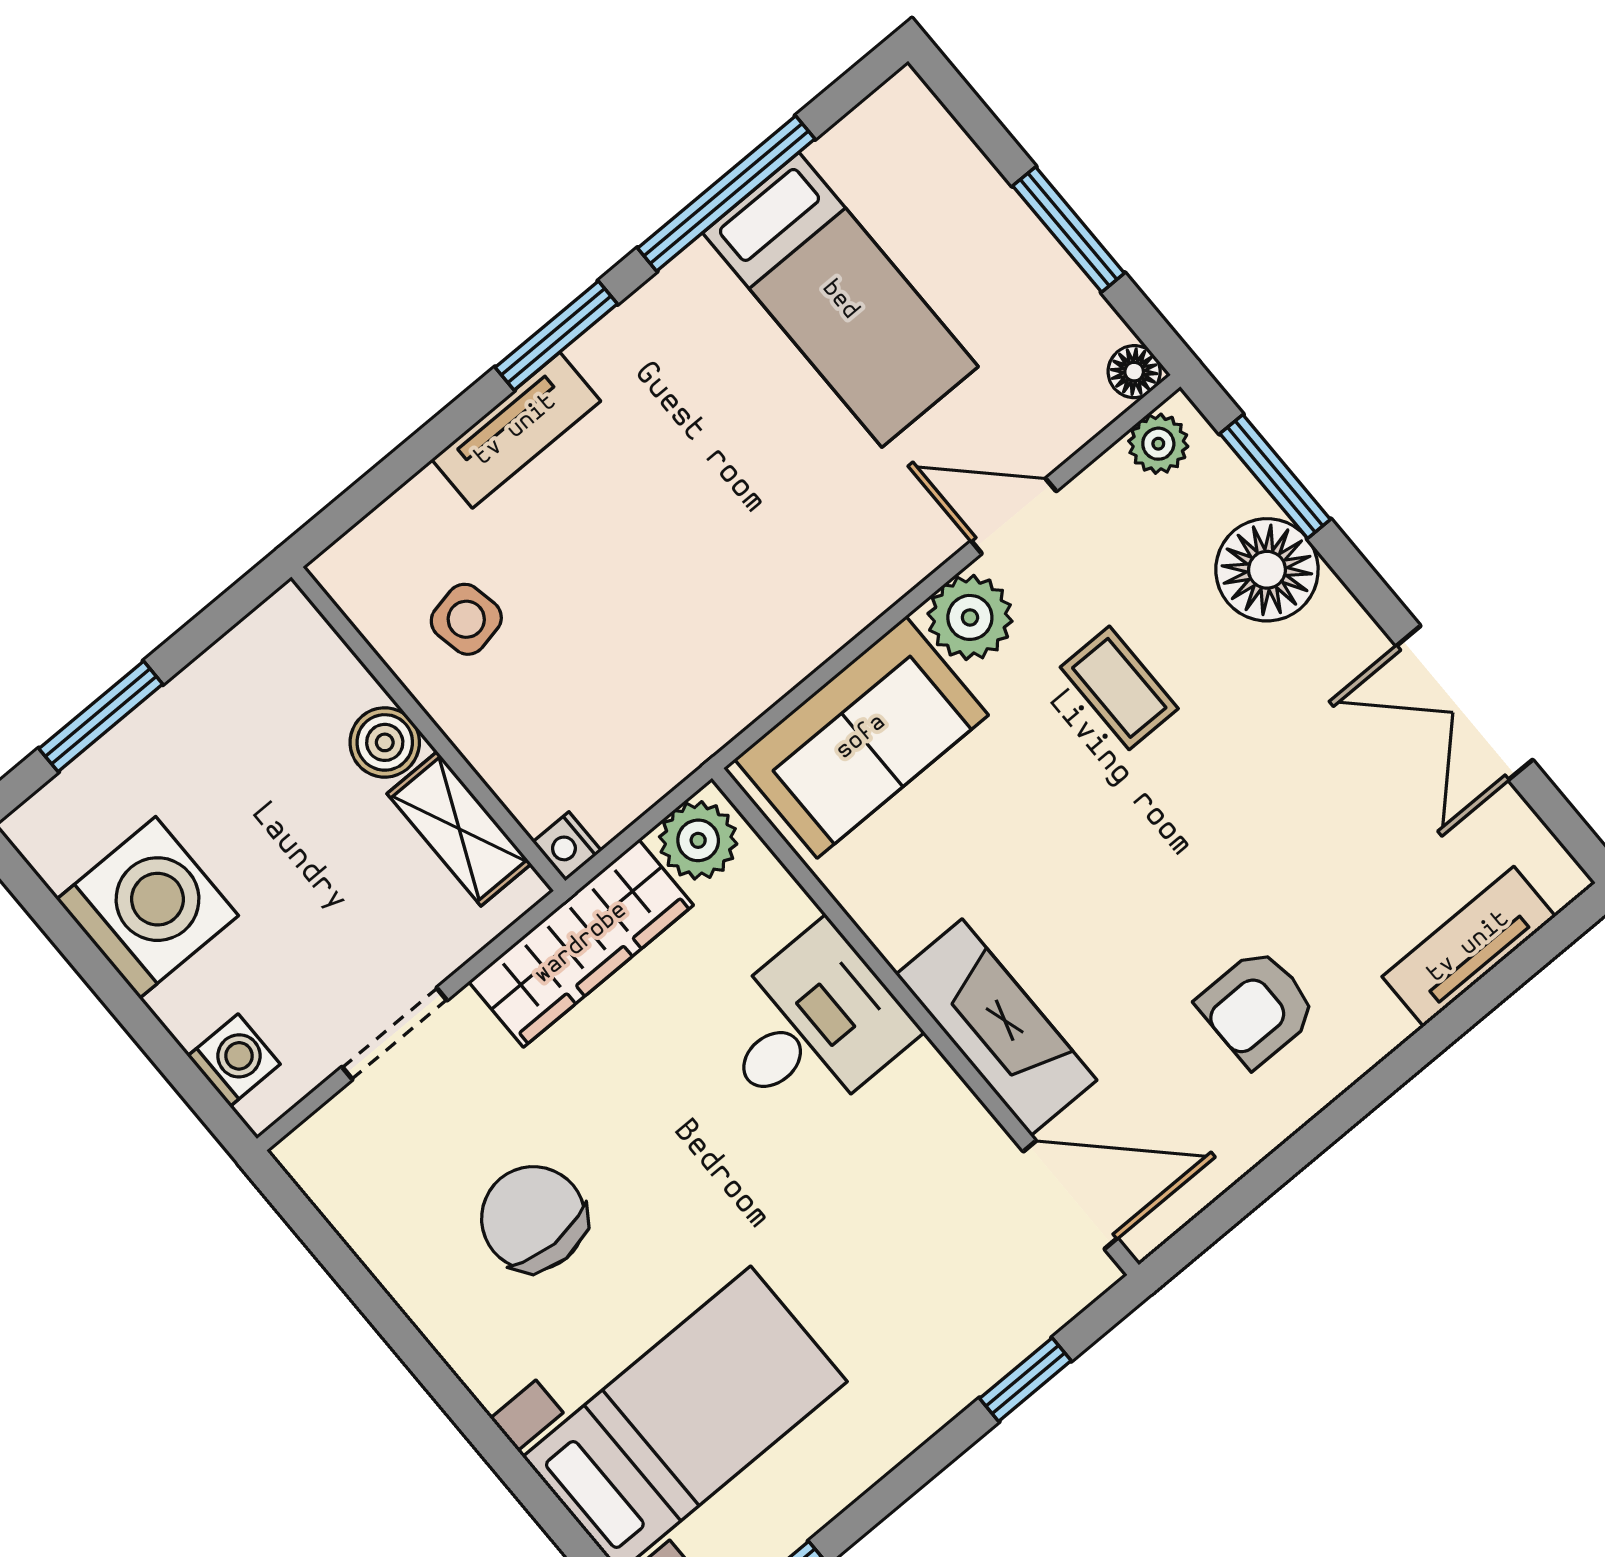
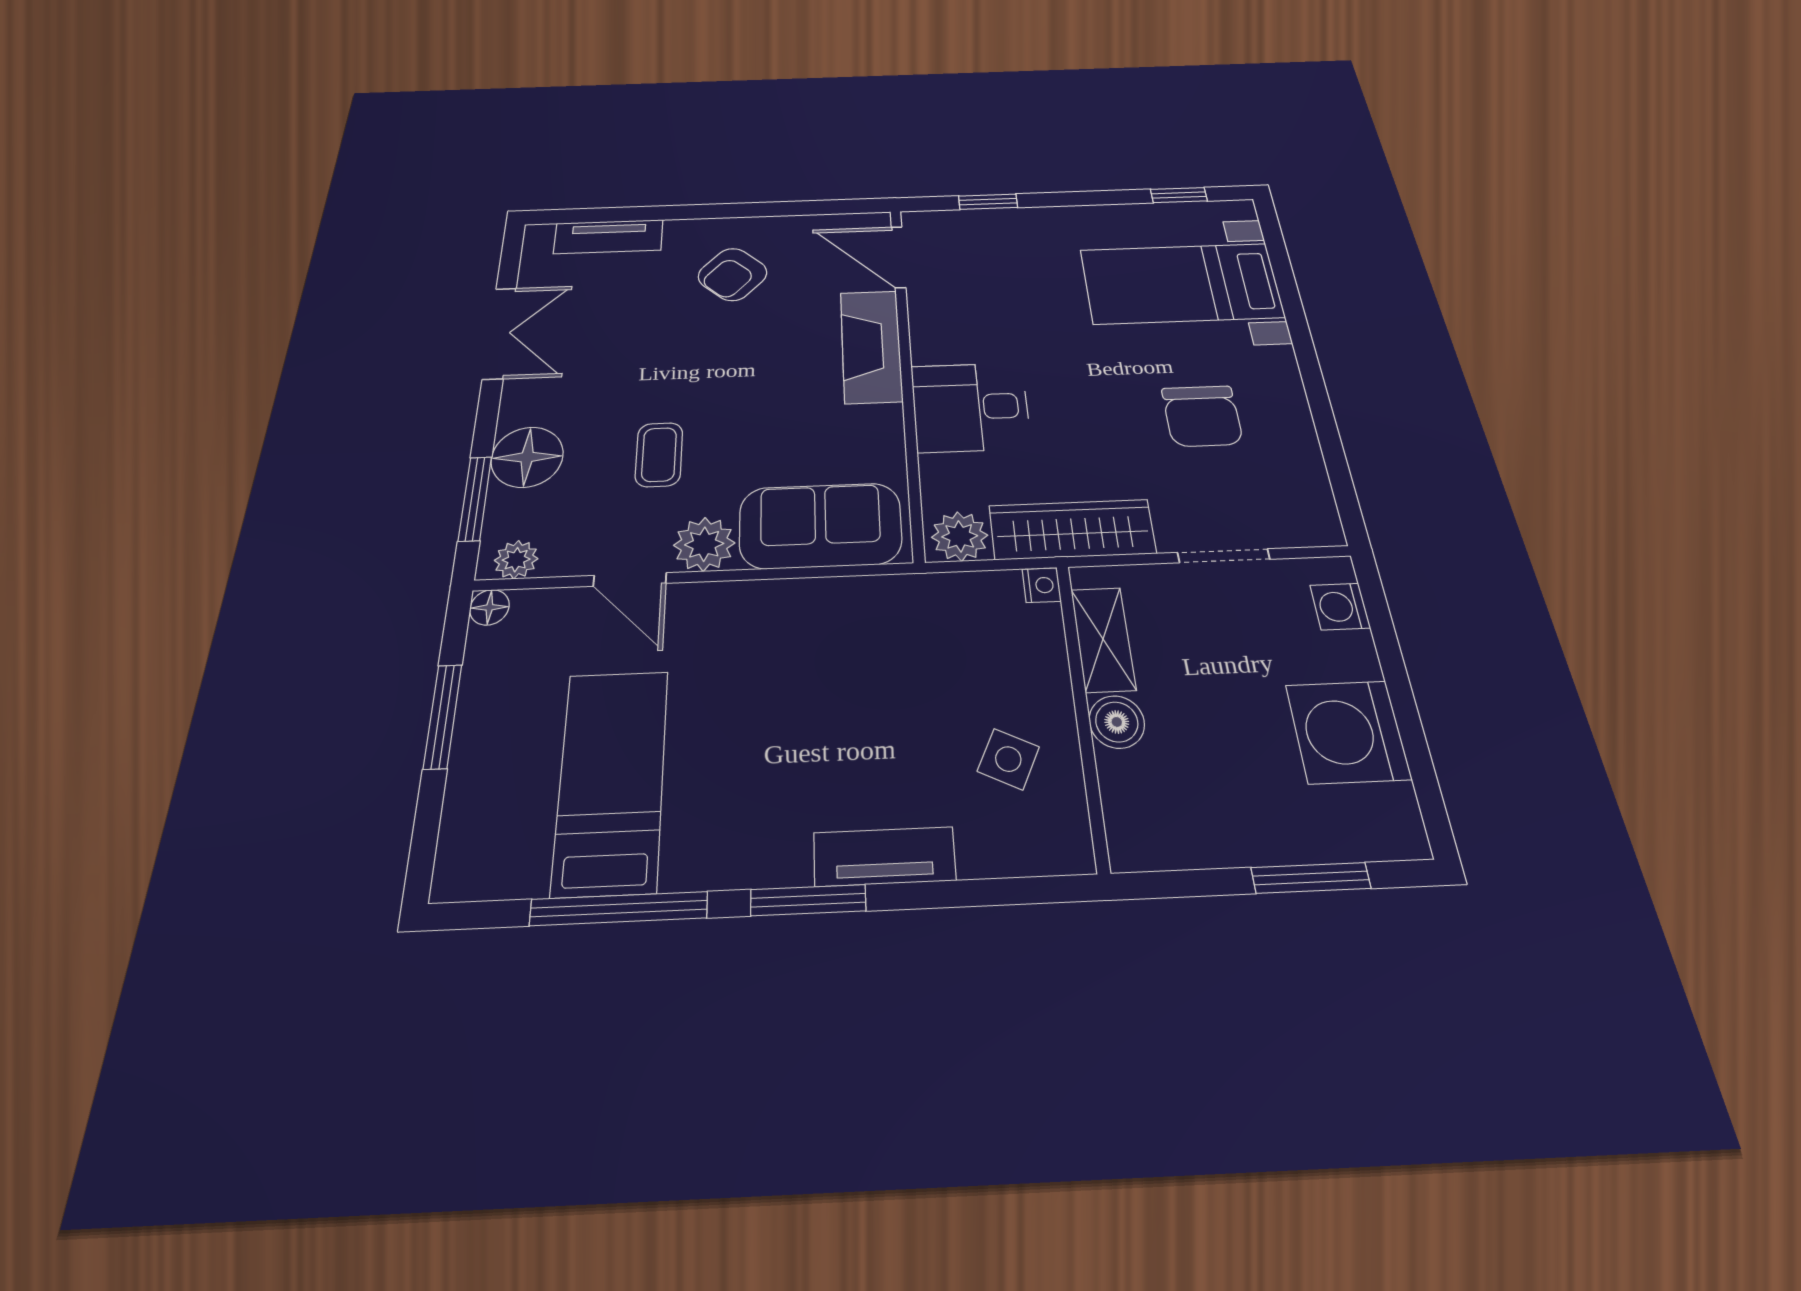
side table: (466, 619) -> (1008, 759), turned 37
armchair: (1257, 1008) -> (733, 274), turned 132

